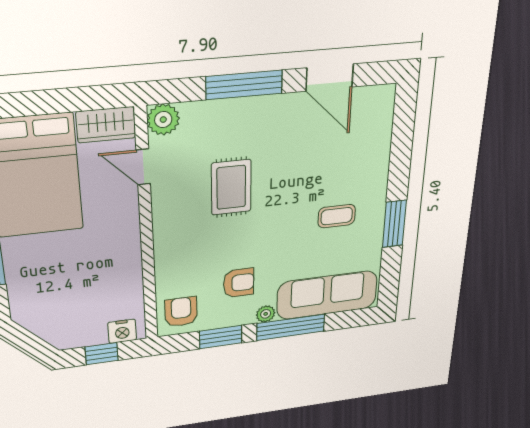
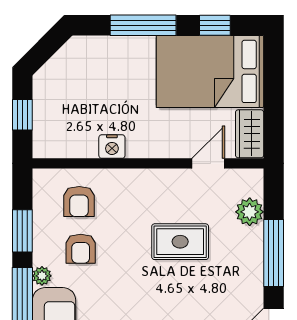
plant: (163, 120) -> (250, 212), moved
armchair: (181, 312) -> (79, 202), moved, turned 90
nightstand: (122, 331) -> (112, 147), moved, turned -90

